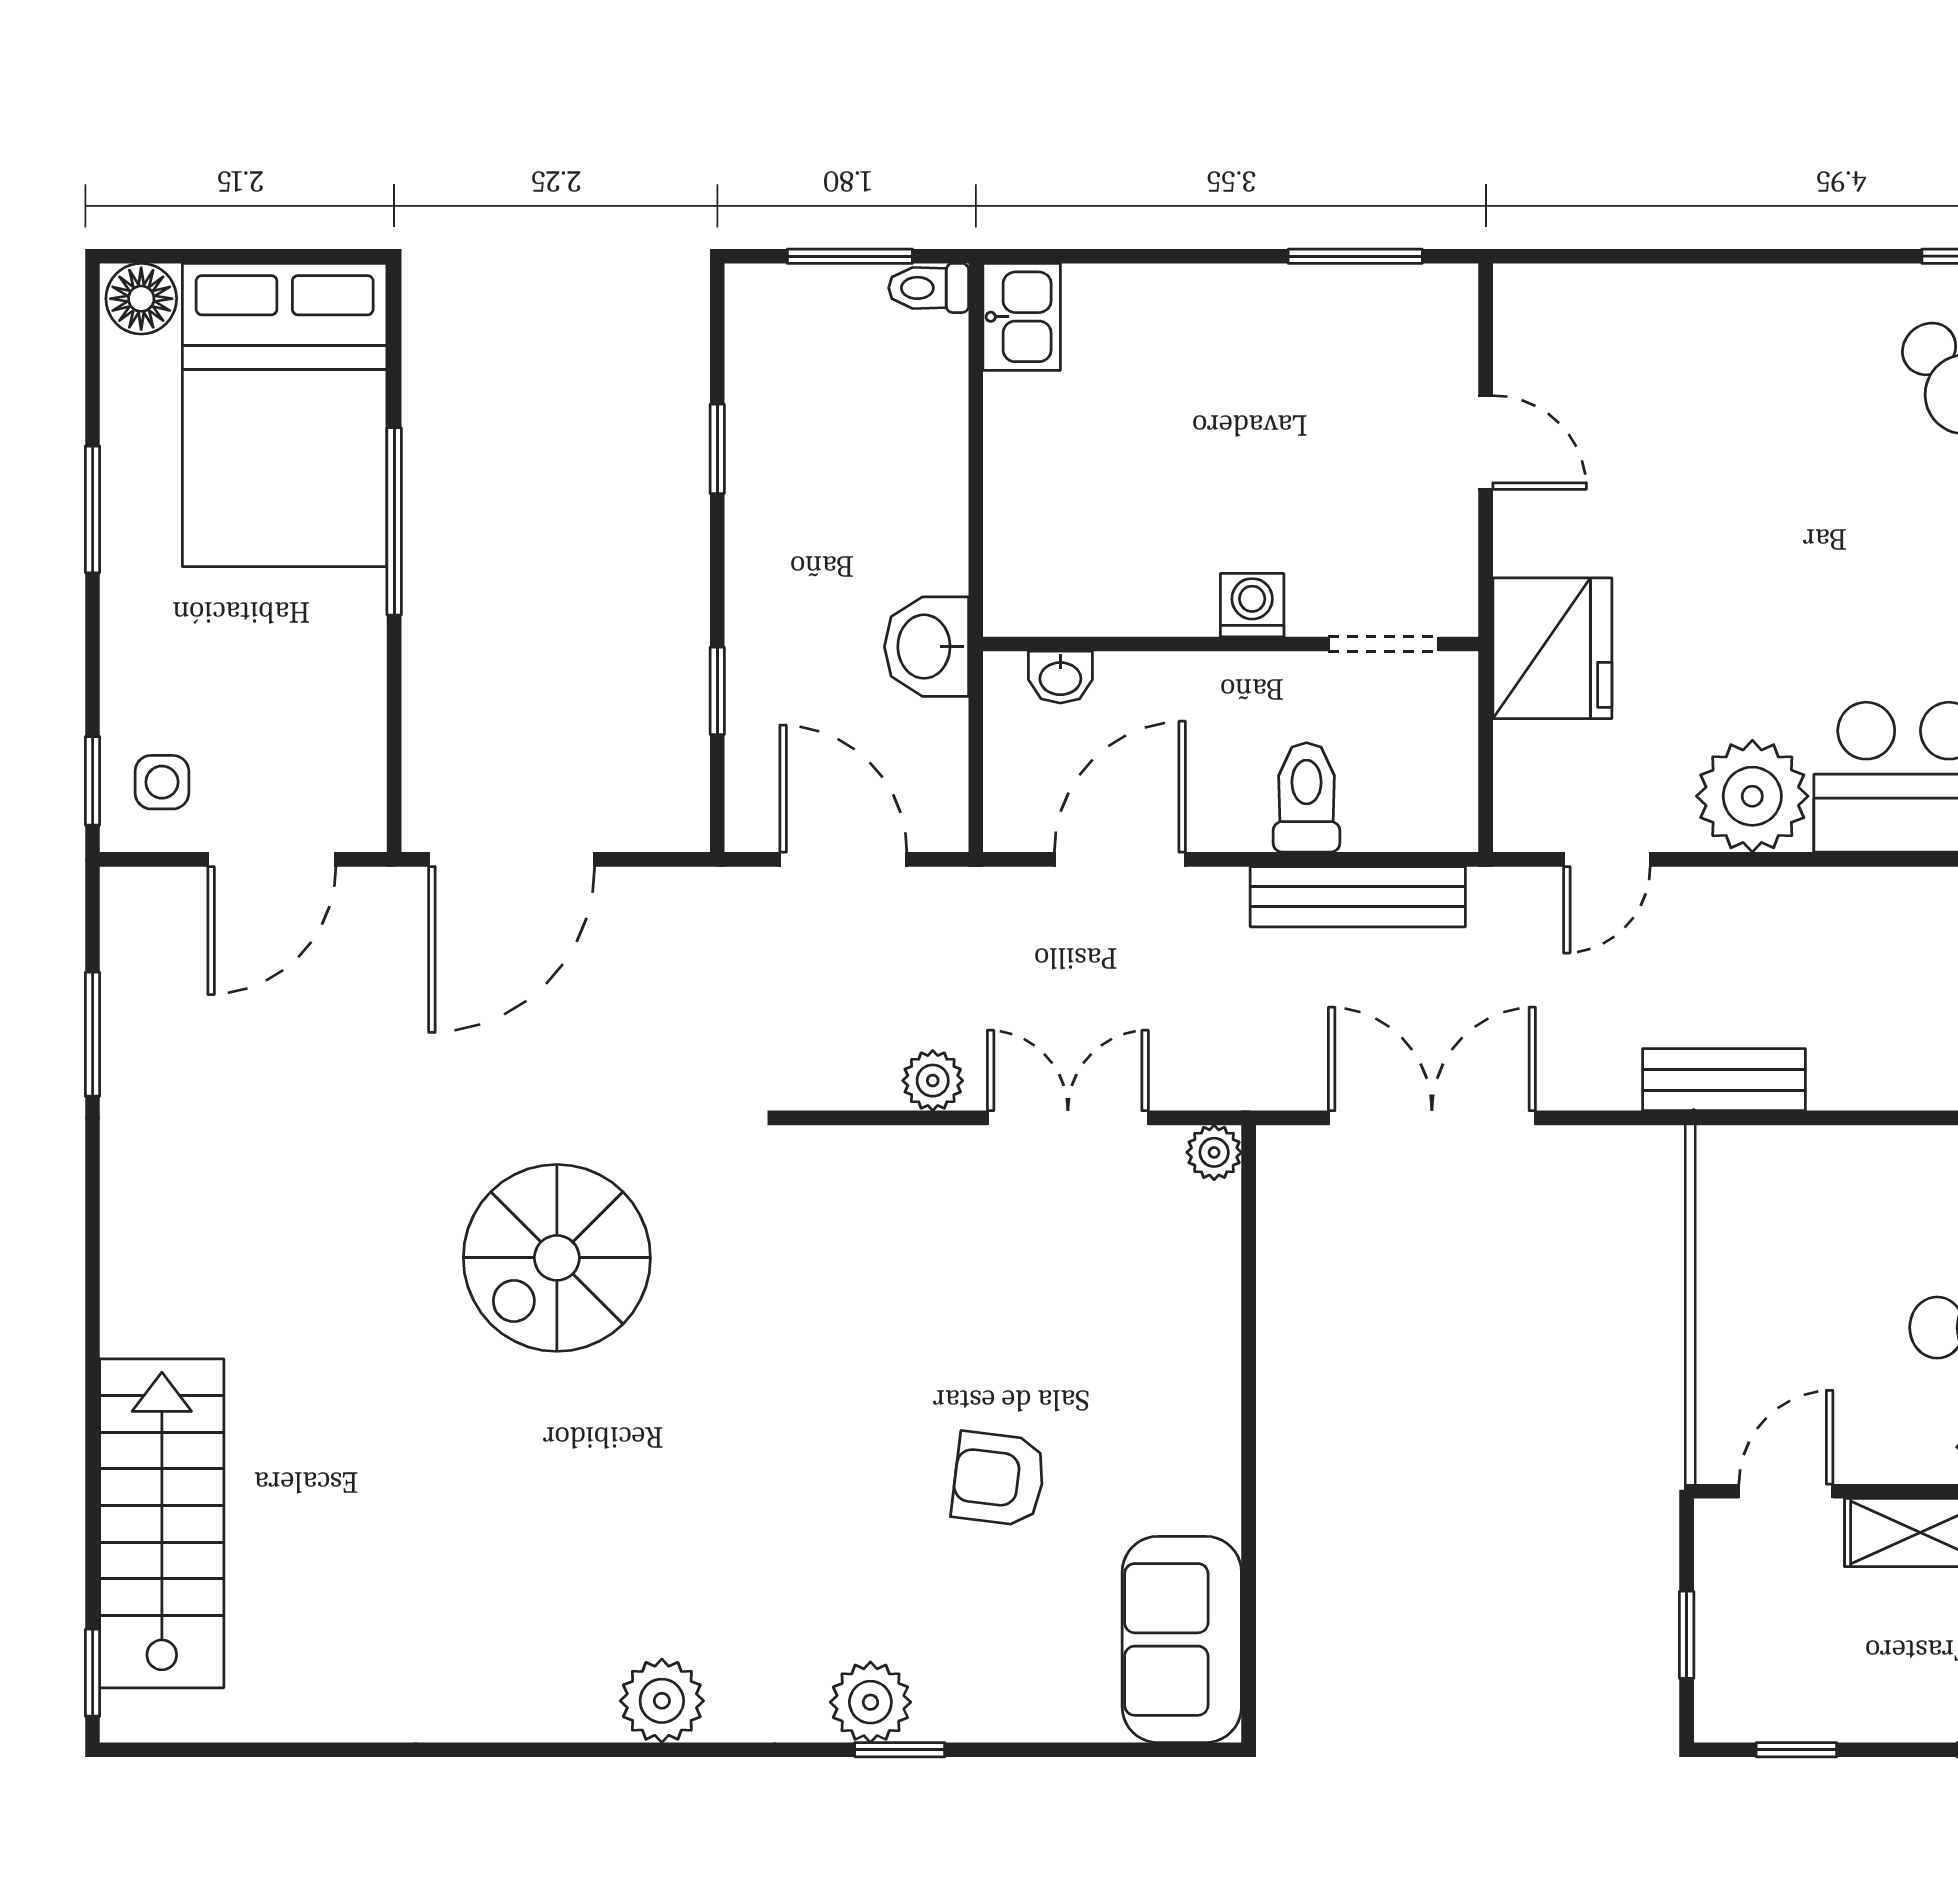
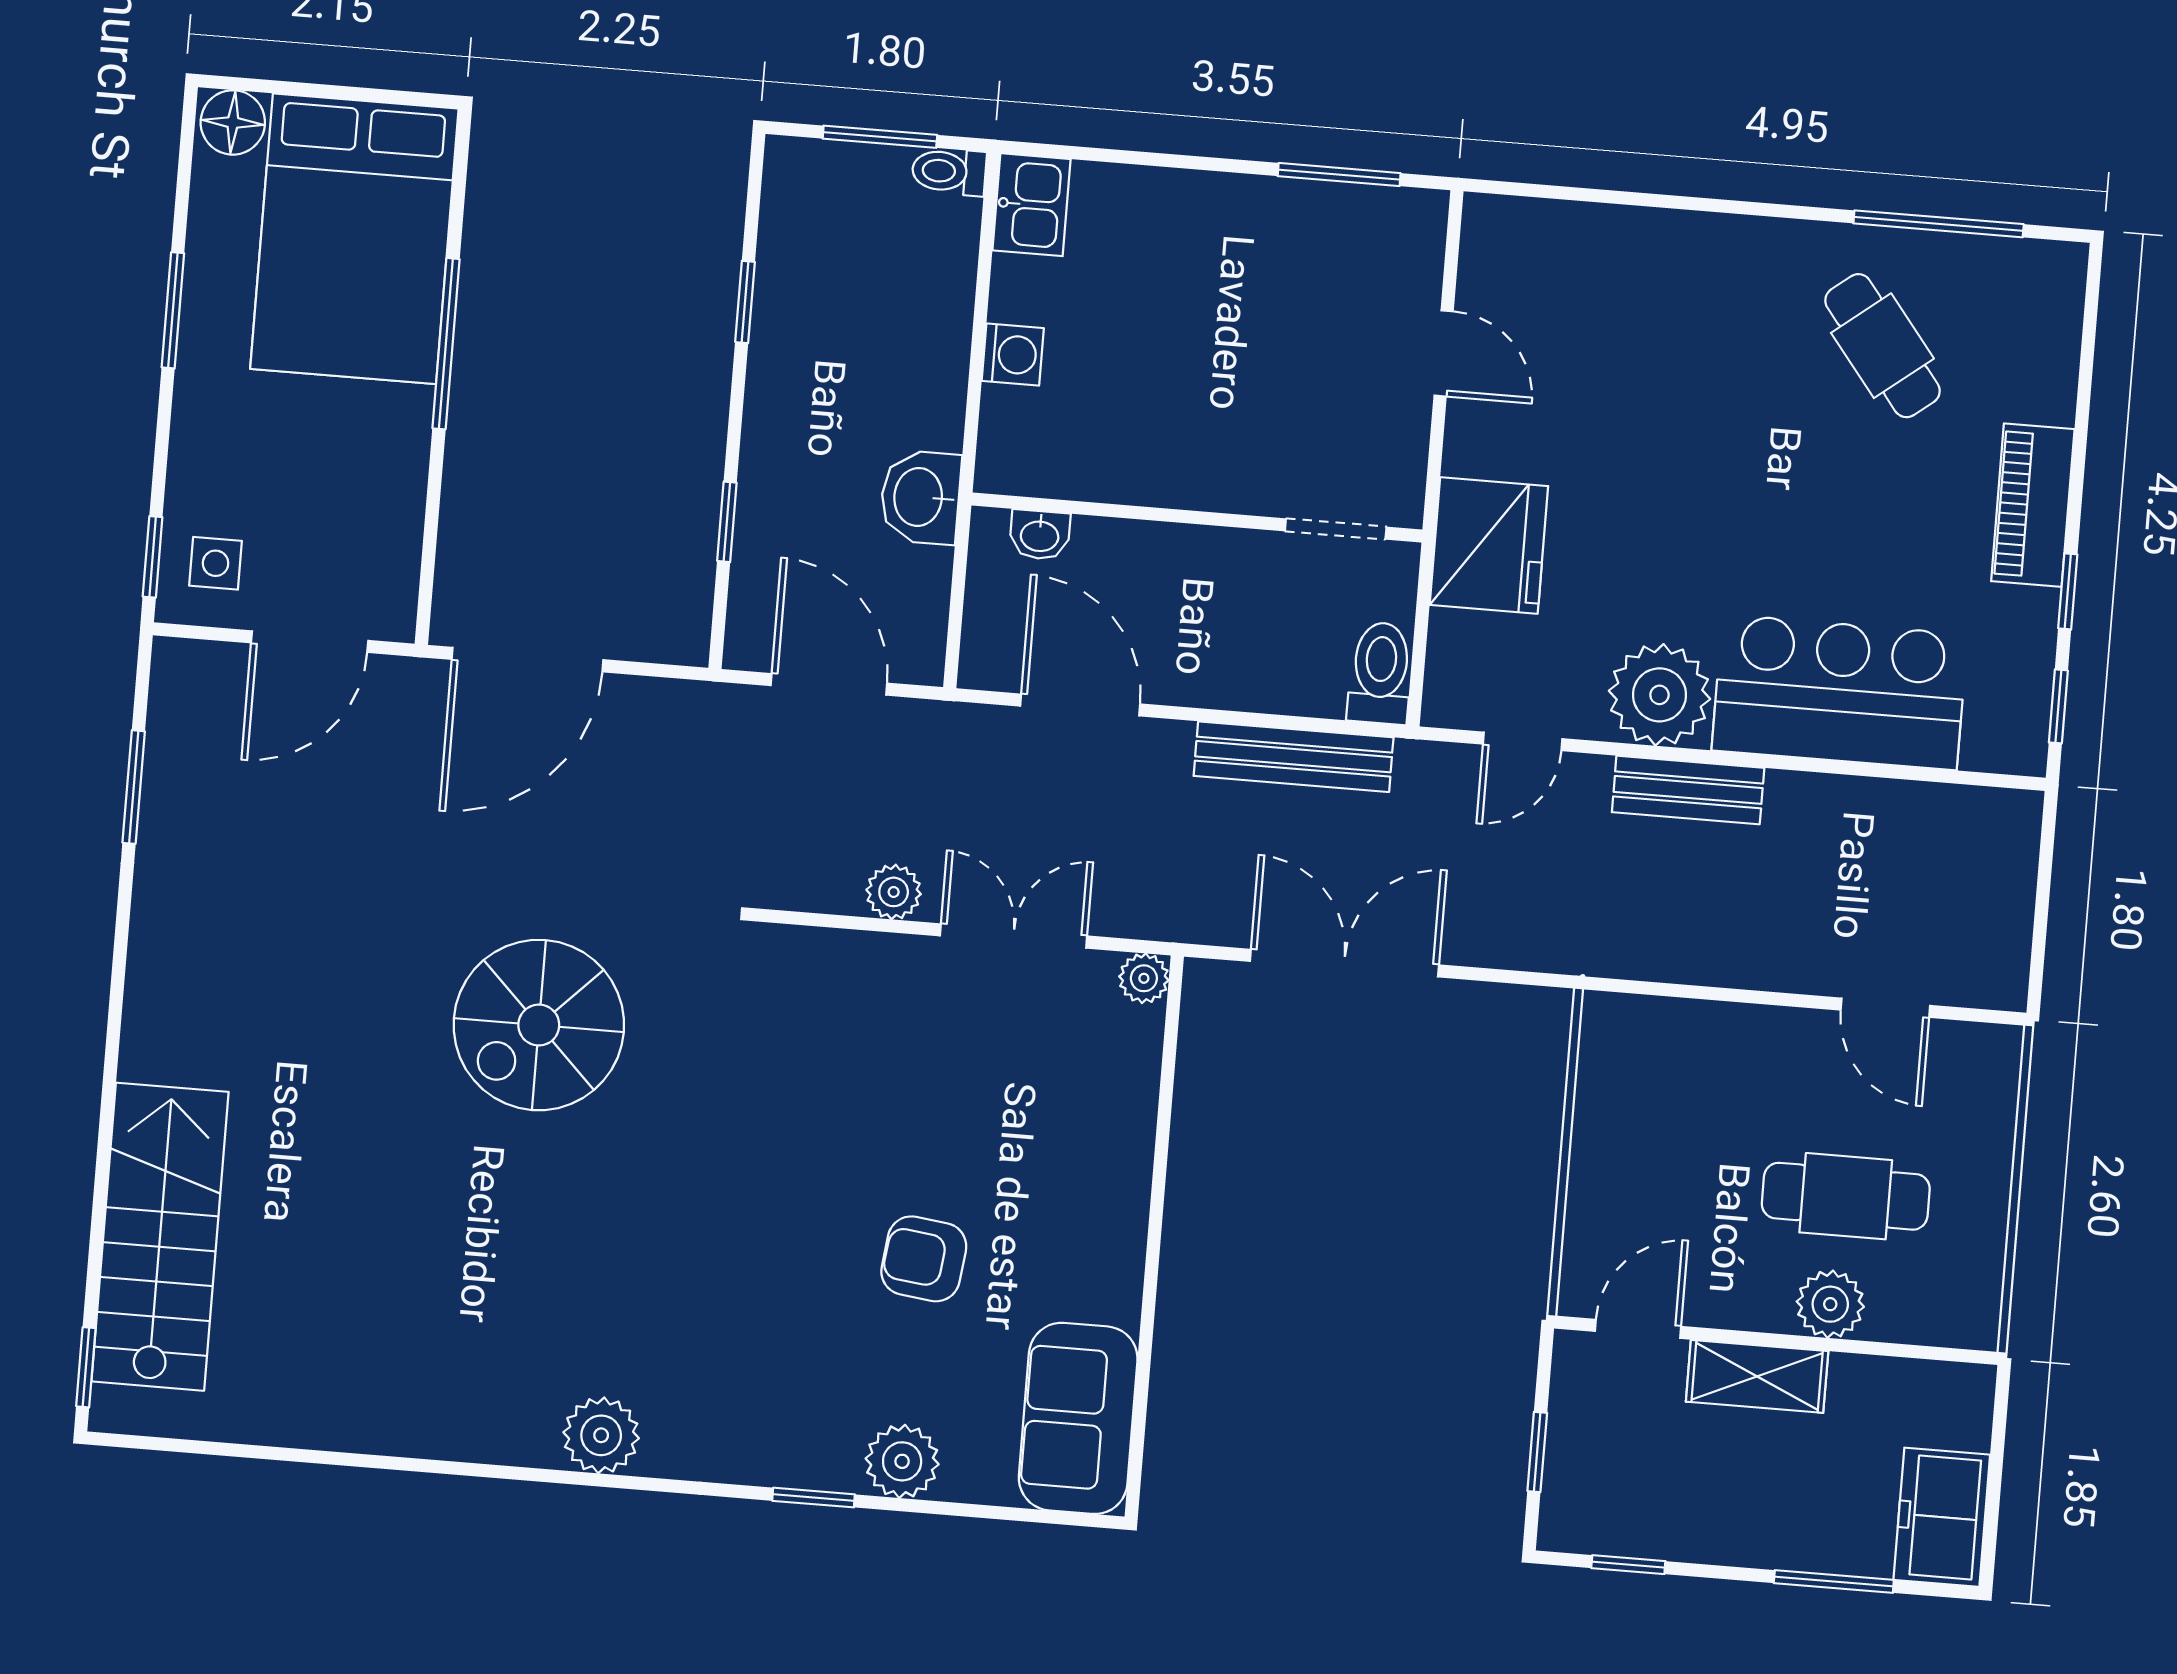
washing machine: (1252, 605) -> (1013, 354), moved, turned 90
toilet: (1306, 797) -> (1380, 673), moved
door: (1120, 859) -> (1080, 705), hinge flipped
bench: (1724, 1080) -> (1688, 790), moved
plant: (870, 1702) -> (902, 1461), moved

